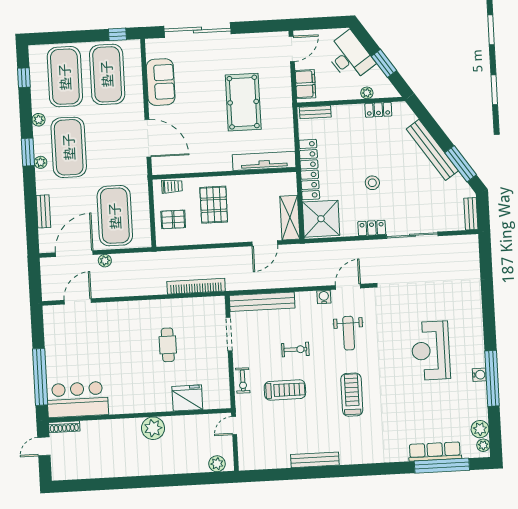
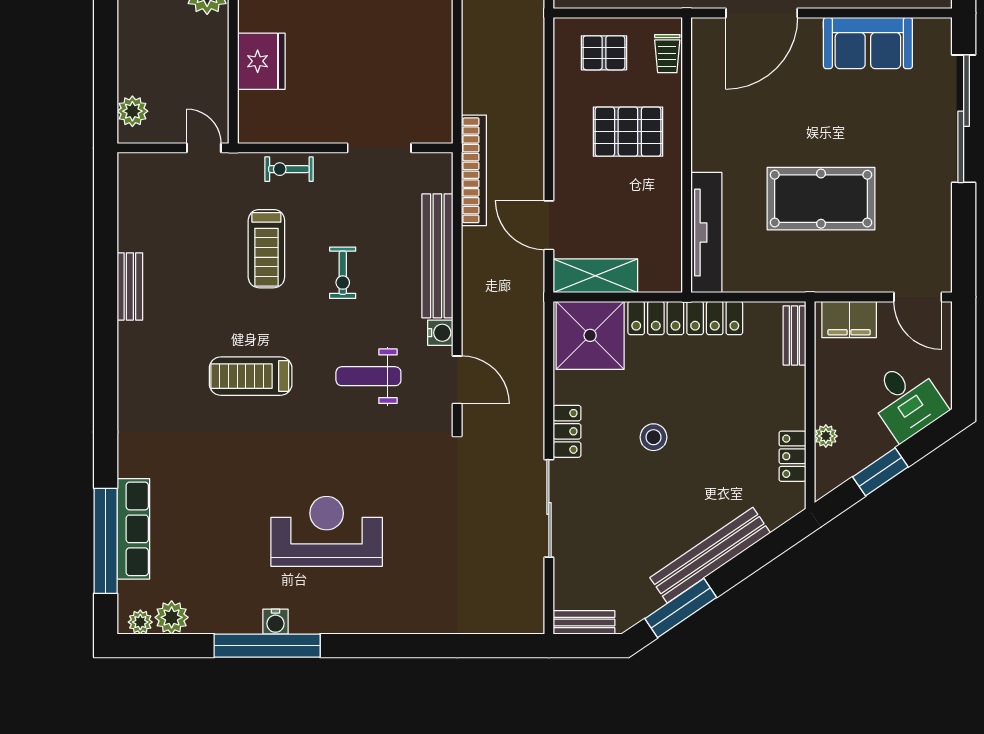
desk: (349, 57) -> (906, 400), width x0.73
pallet: (173, 219) -> (604, 53), turned 90
bookcase: (196, 286) -> (474, 170), moved
bench: (262, 302) -> (437, 256), moved
cafe table: (168, 345) -> (365, 29), removed
treadmill: (352, 395) -> (251, 376), turned 180
bench: (315, 460) -> (130, 286), width x0.73

